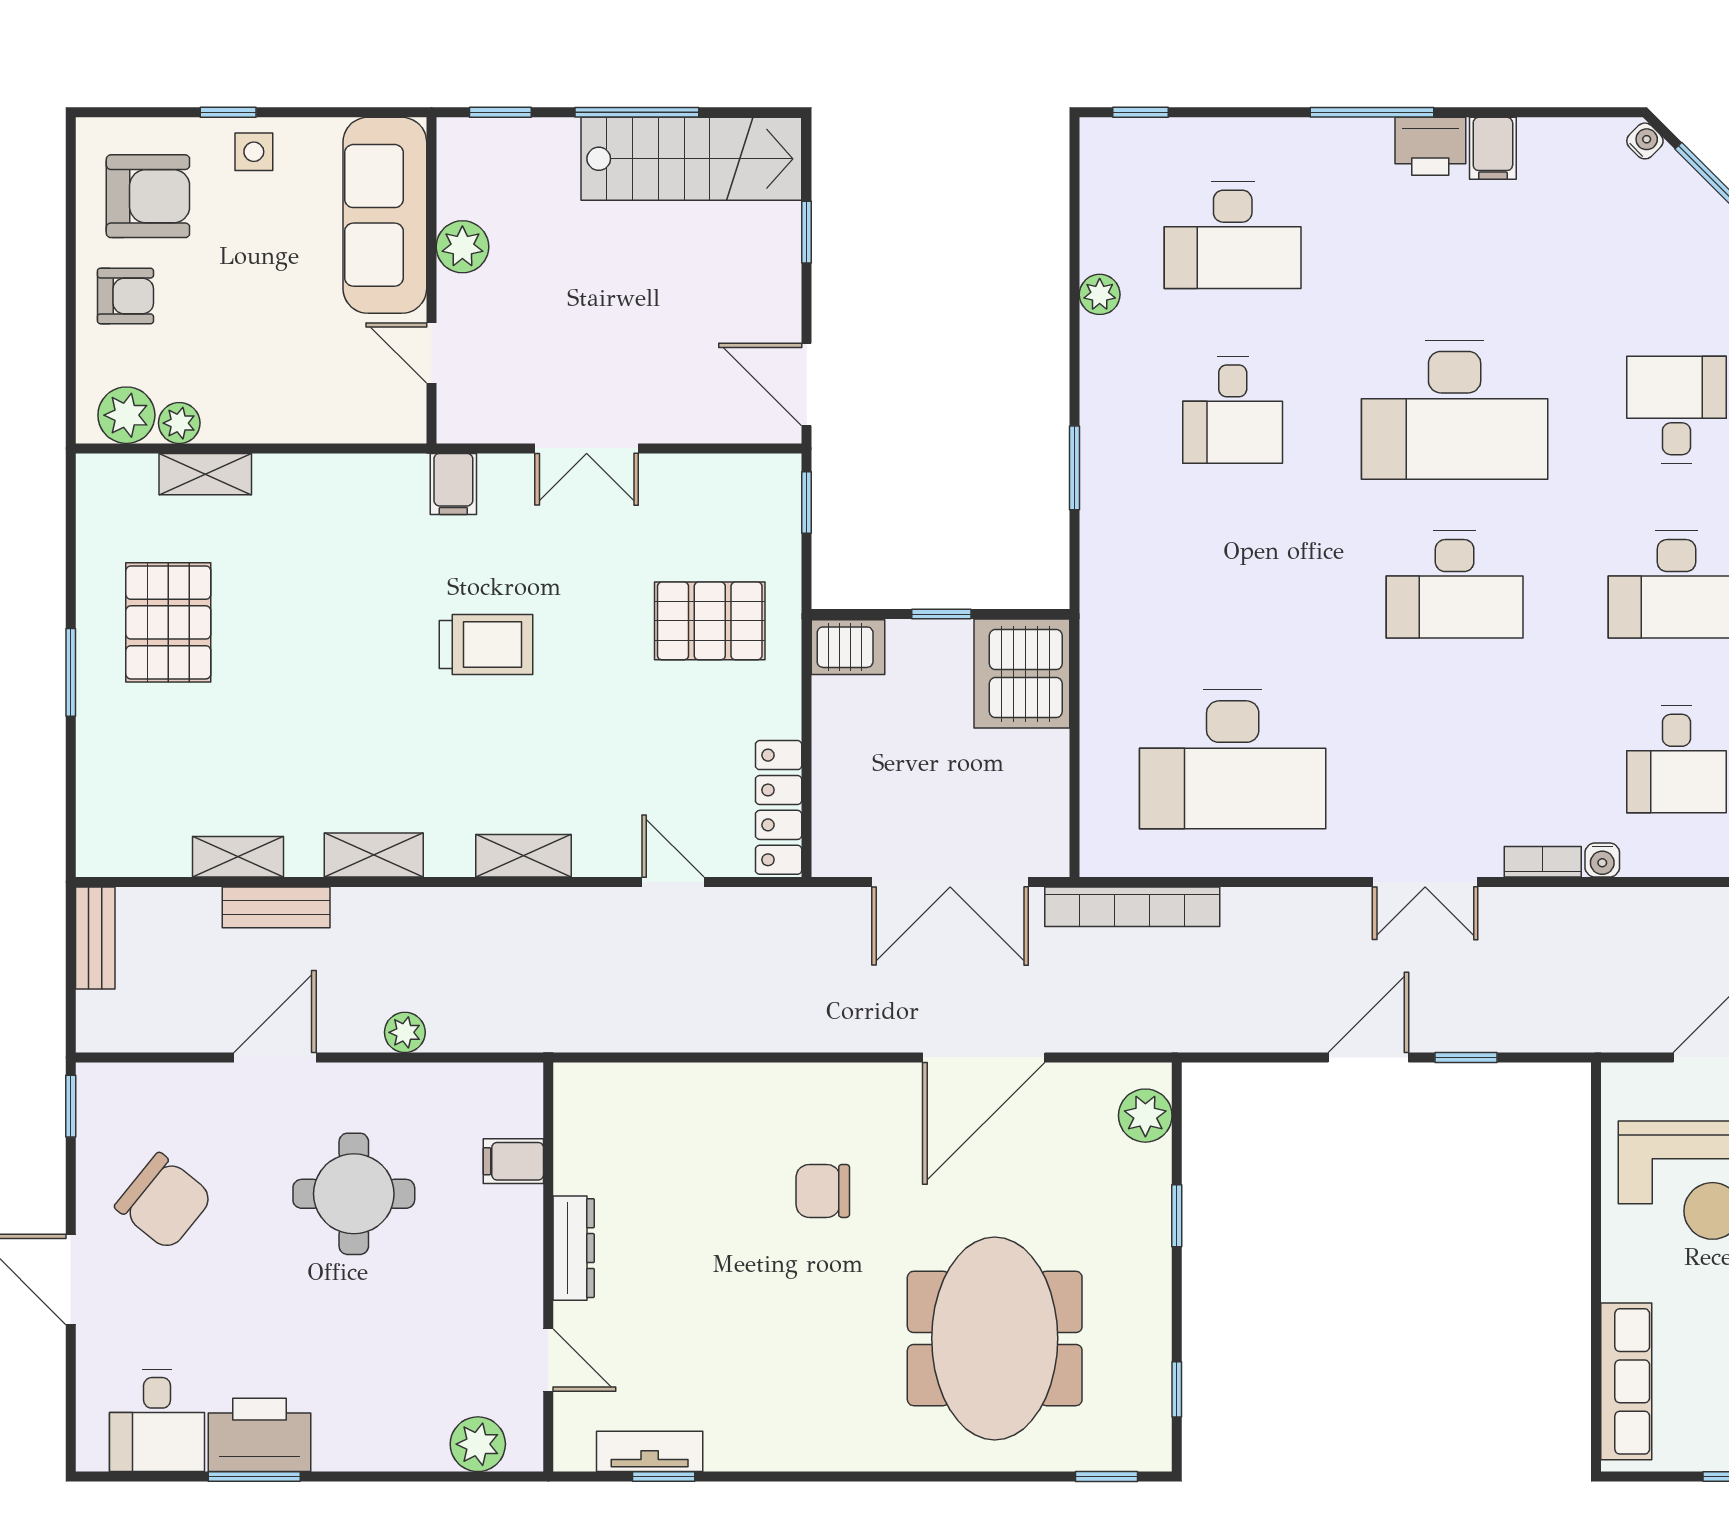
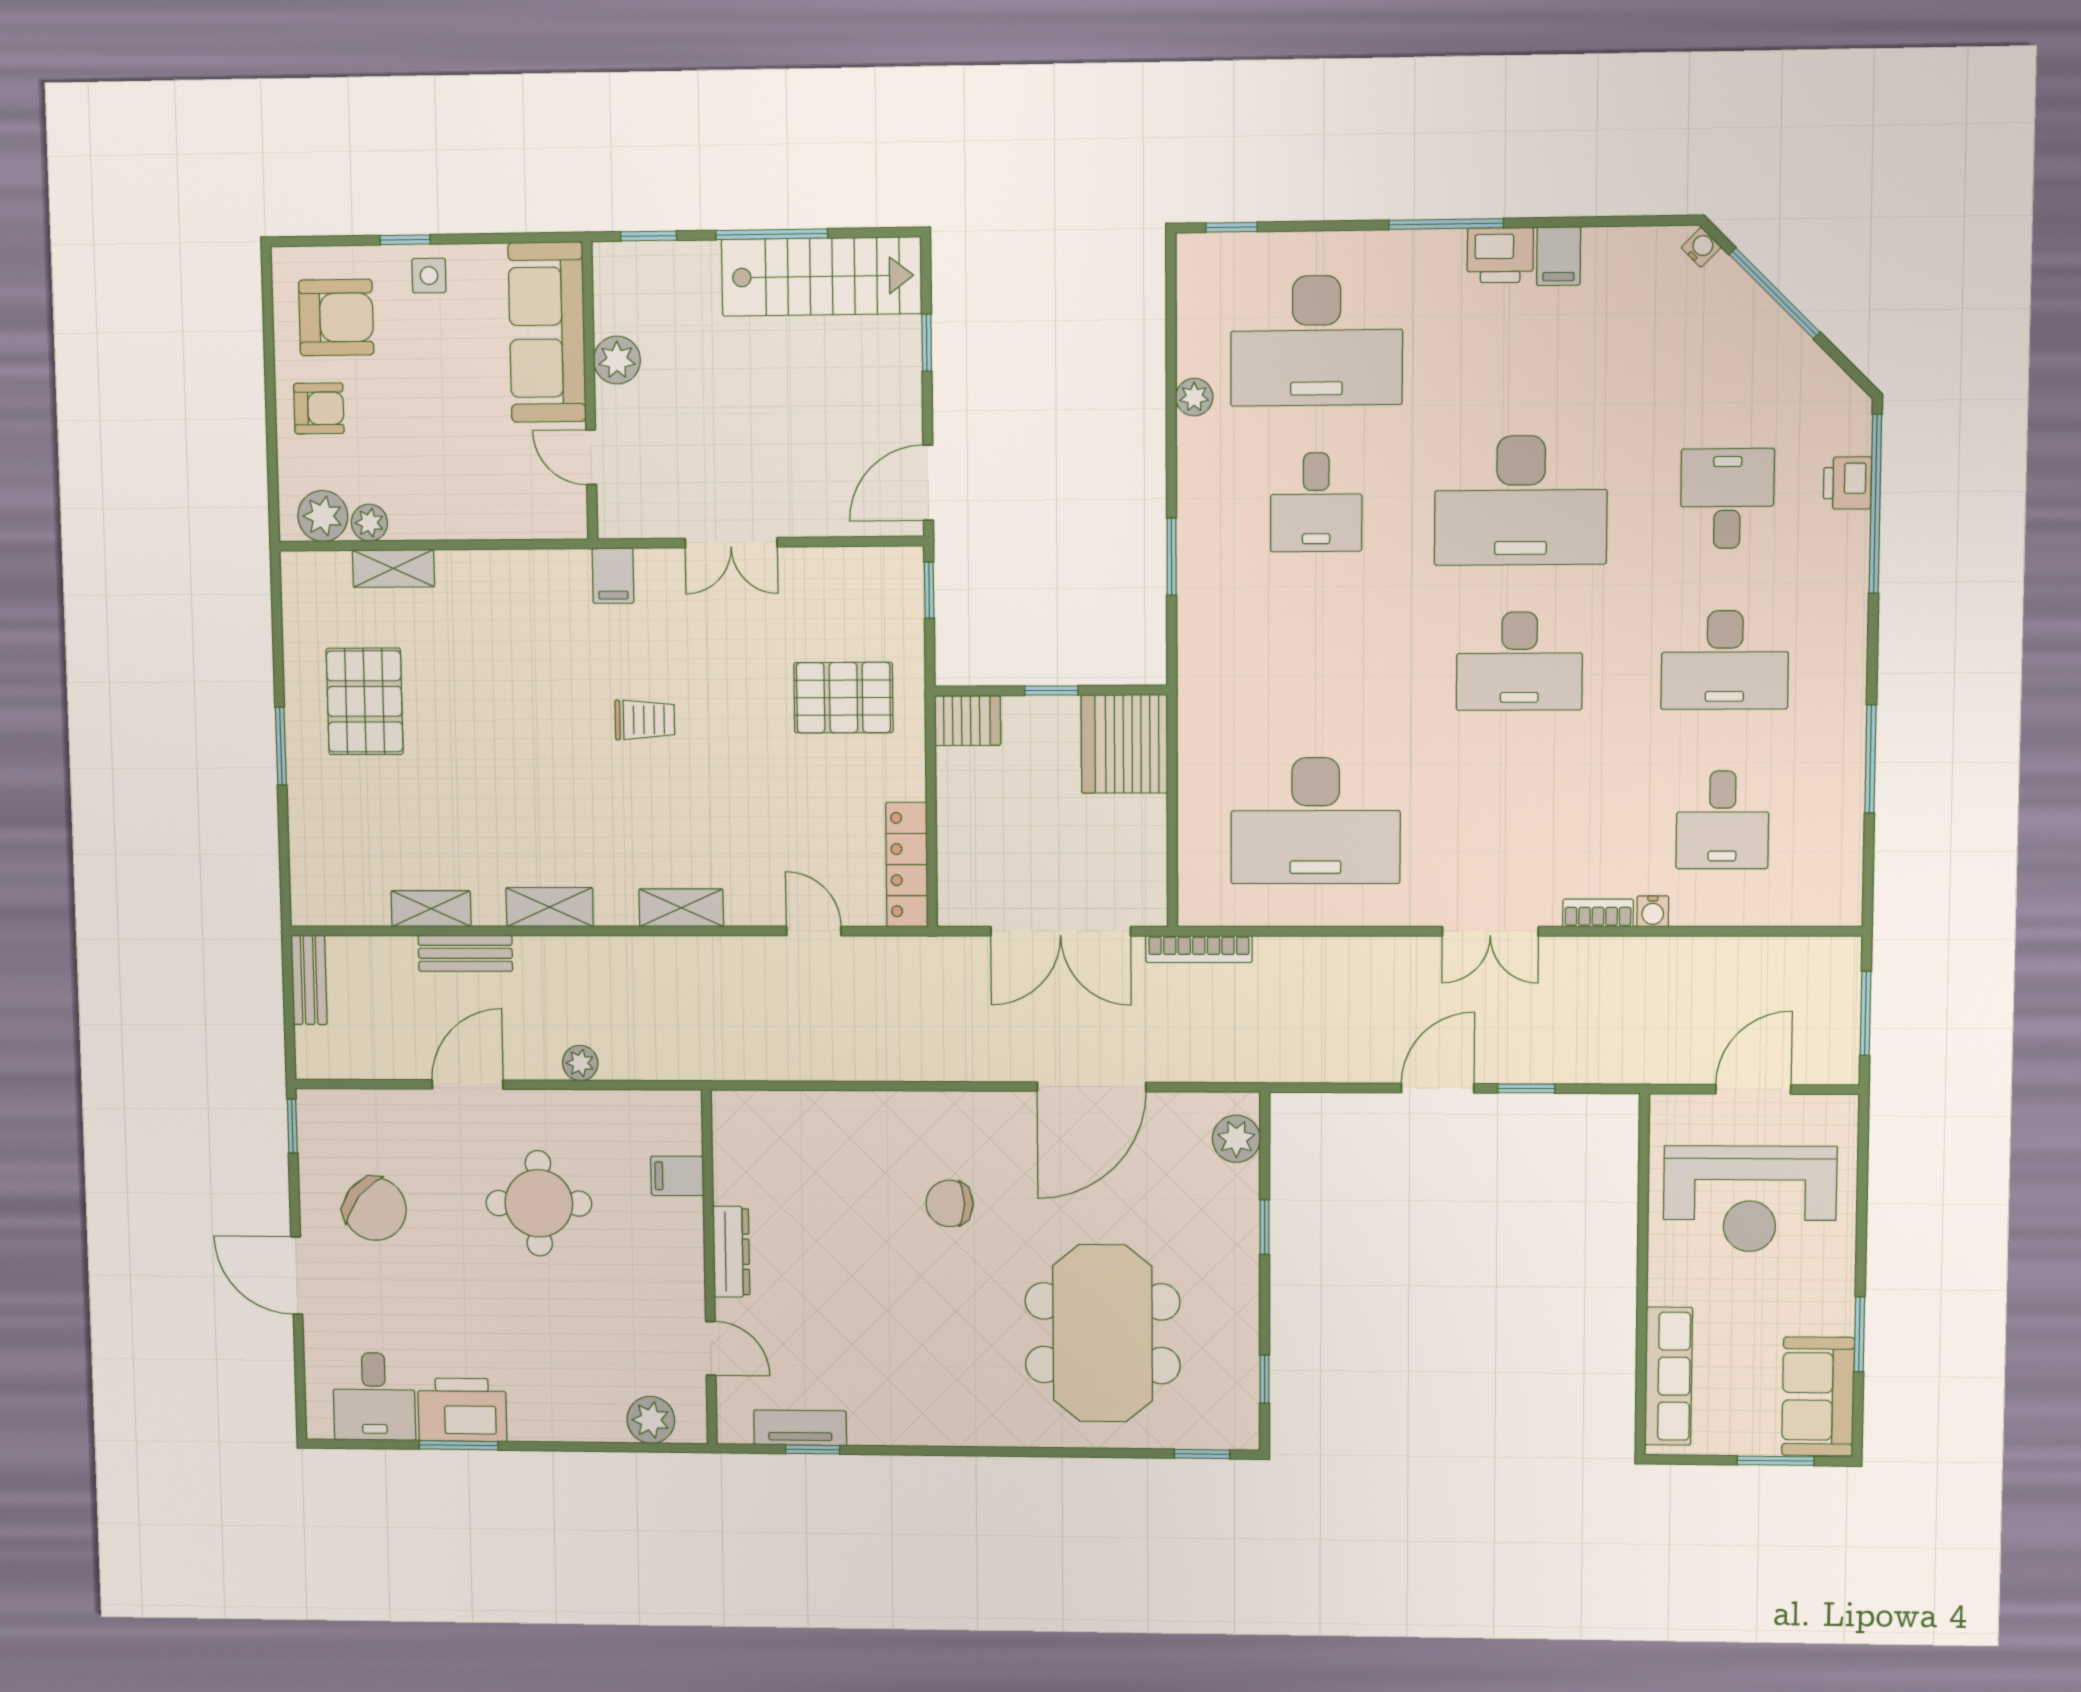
desk: (1233, 235) -> (1316, 341), width x1.36, depth x1.30
door: (807, 385) -> (928, 483), hinge flipped
trolley: (486, 645) -> (645, 720), width x0.73, depth x0.72
bookcase: (1132, 907) -> (1199, 949), width x0.68, depth x0.76

